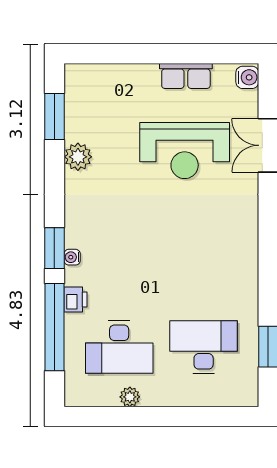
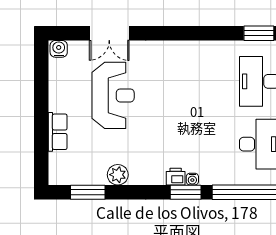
row of seats: (186, 76) -> (58, 132), moved
printer: (76, 299) -> (176, 177), moved

